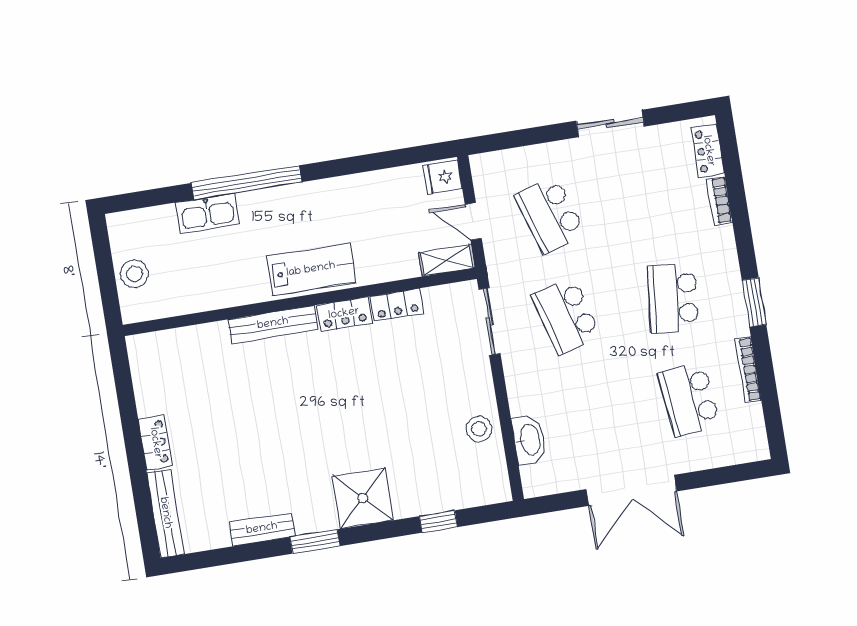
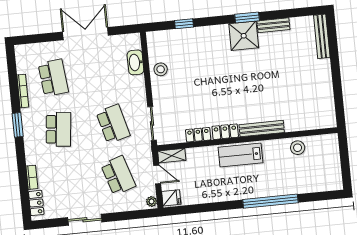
plant: (481, 168) -> (152, 201), added
kitchen sink: (207, 213) -> (291, 187), removed
stool: (134, 274) -> (298, 148), moved
locker: (155, 443) -> (325, 72), removed
shower: (363, 498) -> (244, 36), moved

